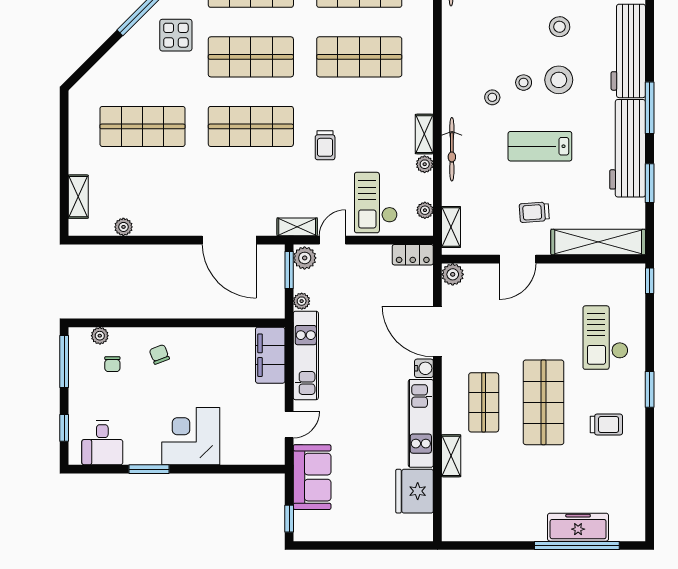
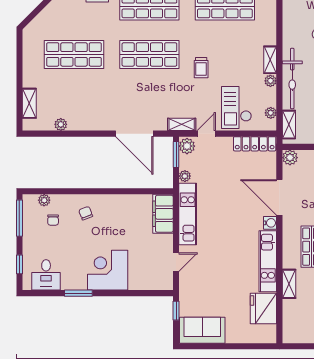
bicycle: (452, 149) -> (292, 79), width x1.37, depth x1.40
locker: (413, 255) -> (255, 144), width x1.53
sofa: (312, 477) -> (202, 330), moved, turned -90
window: (289, 519) -> (176, 311), moved

